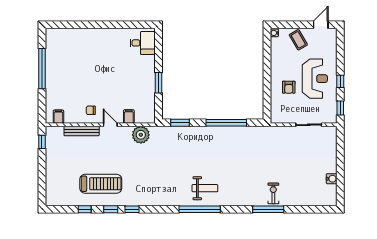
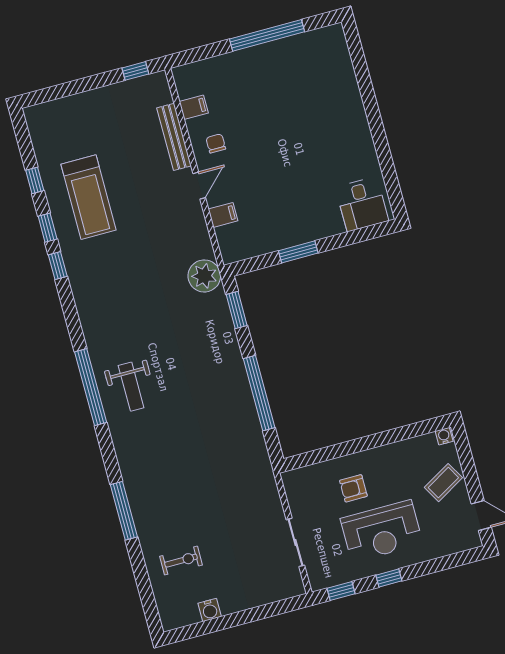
filing cabinet: (58, 117) -> (194, 107), moved
plant: (141, 135) -> (204, 276), moved
exercise bike: (273, 193) -> (181, 561), moved

